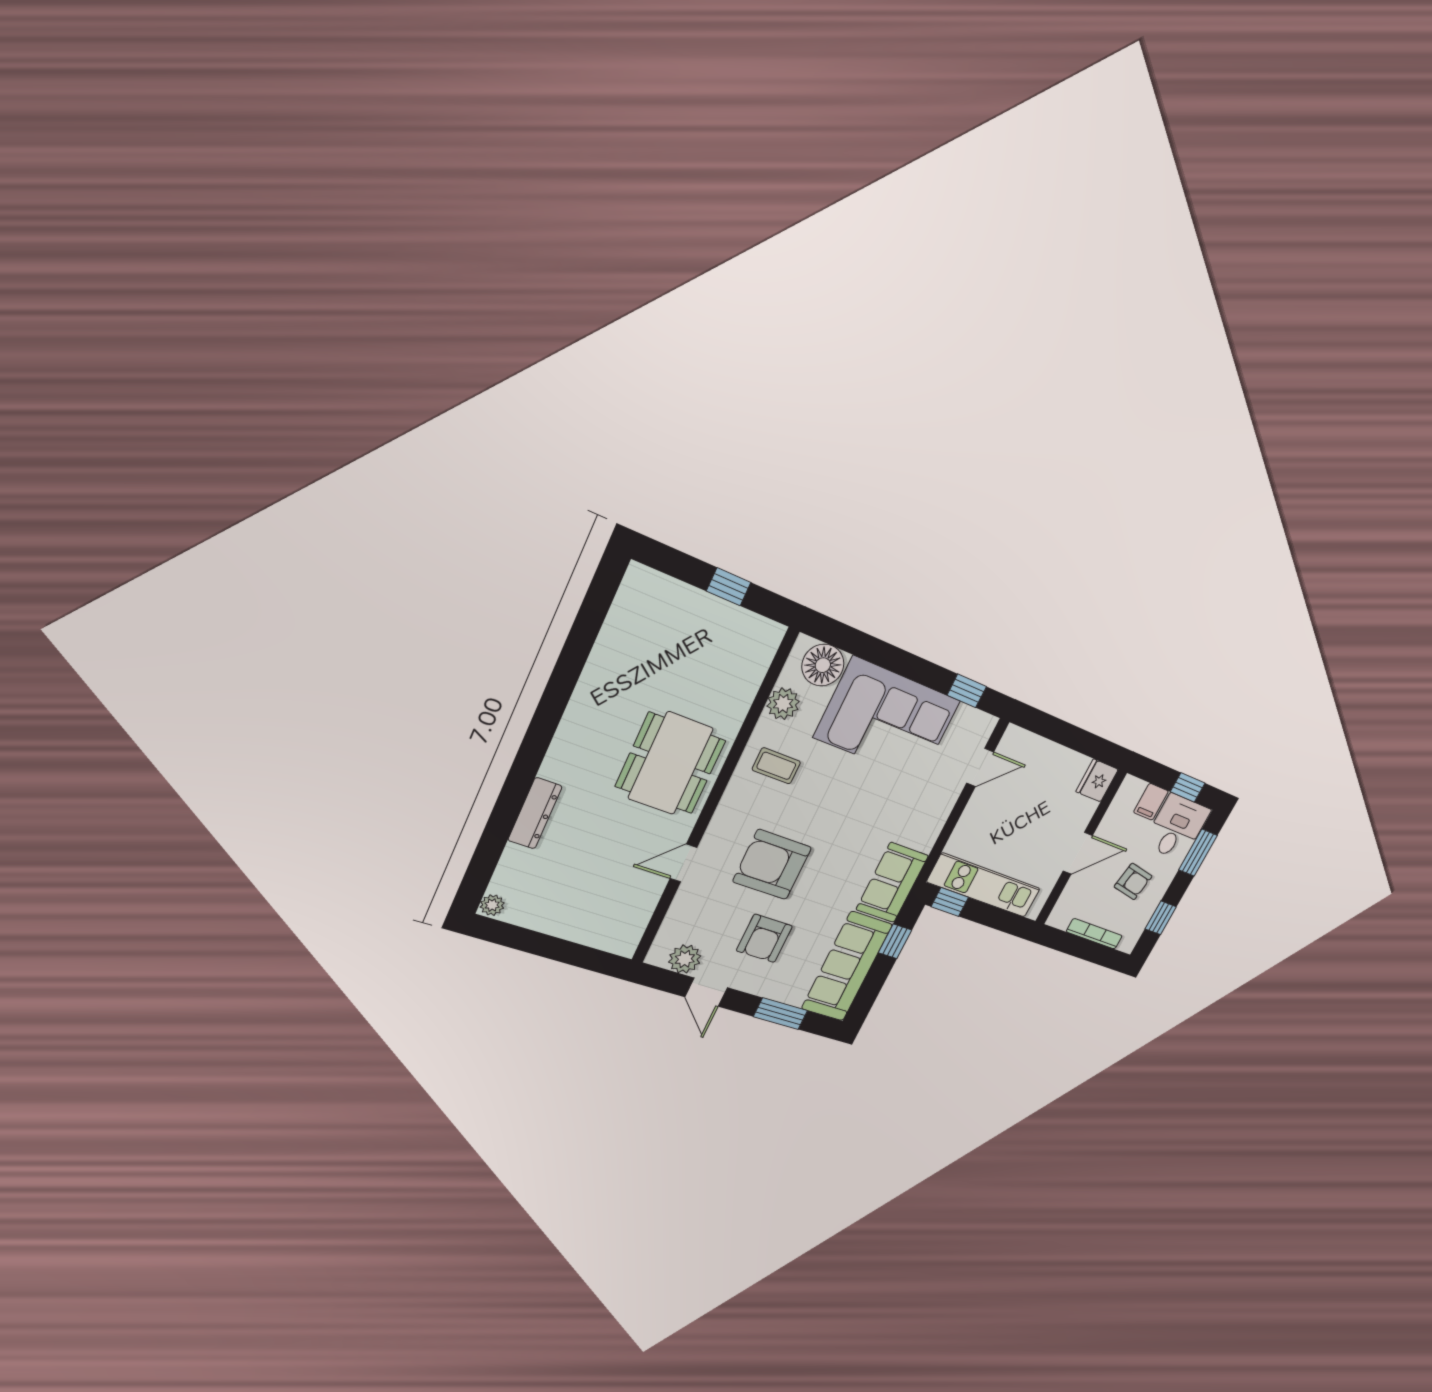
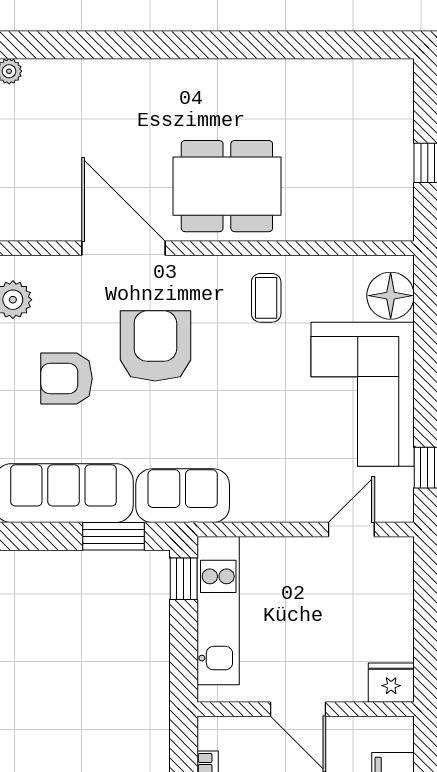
plant: (783, 704) -> (334, 273), removed
door: (980, 768) -> (351, 529), swing flipped
dresser: (535, 813) -> (124, 74), removed
door: (683, 863) -> (123, 248), width x1.87
window: (895, 941) -> (113, 536), width x1.50

